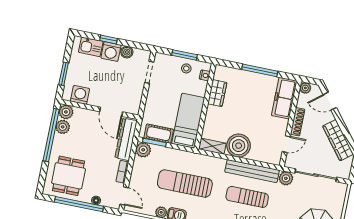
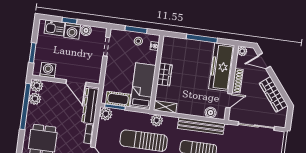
wardrobe: (217, 93) -> (165, 74), moved
freezer: (284, 98) -> (222, 67), width x1.36, depth x1.26
boiler: (239, 146) -> (211, 113), moved, width x0.54, depth x0.54
plant: (286, 178) -> (157, 120), moved

